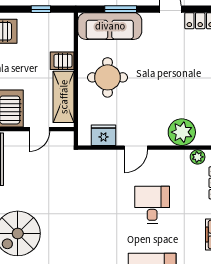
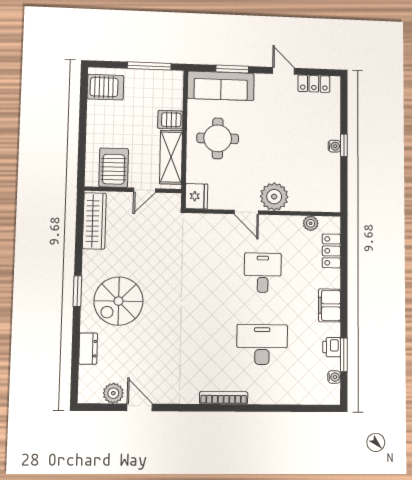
window: (41, 9) -> (149, 66), width x2.17
plant: (182, 132) -> (274, 197), moved
fridge: (103, 135) -> (196, 196), moved, turned 90
door: (136, 148) -> (246, 212), hinge flipped

